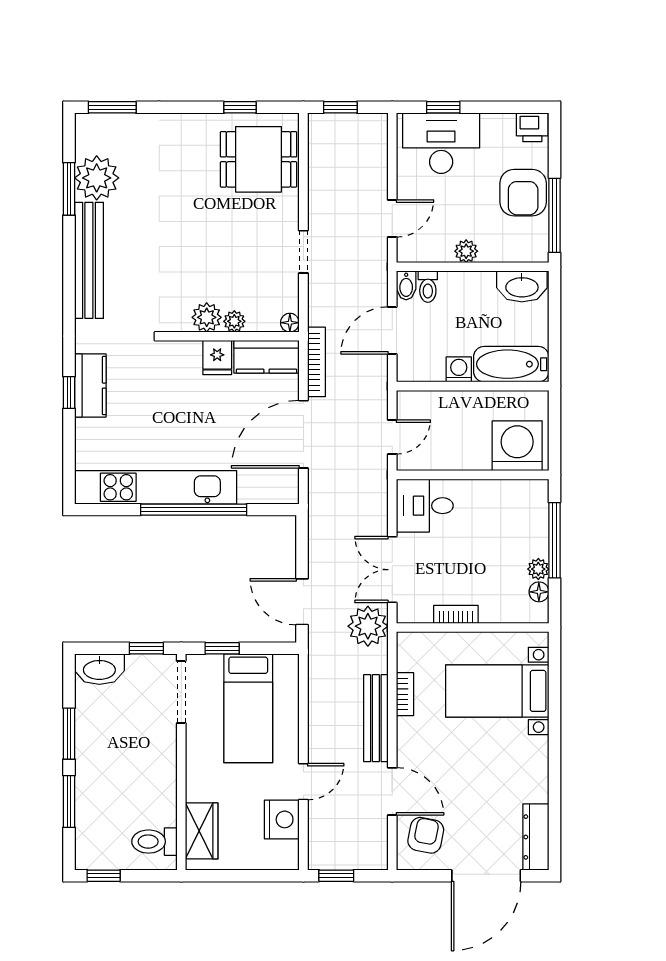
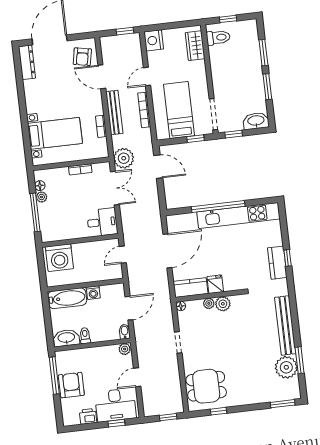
printer: (532, 127) -> (88, 416), moved
door: (392, 218) -> (137, 377), moved
plant: (466, 251) -> (125, 349), moved
toilet: (428, 287) -> (85, 336), moved
bookcase: (316, 362) -> (144, 110), moved
nightstand: (282, 819) -> (154, 40), moved
window: (104, 876) -> (228, 19), moved

